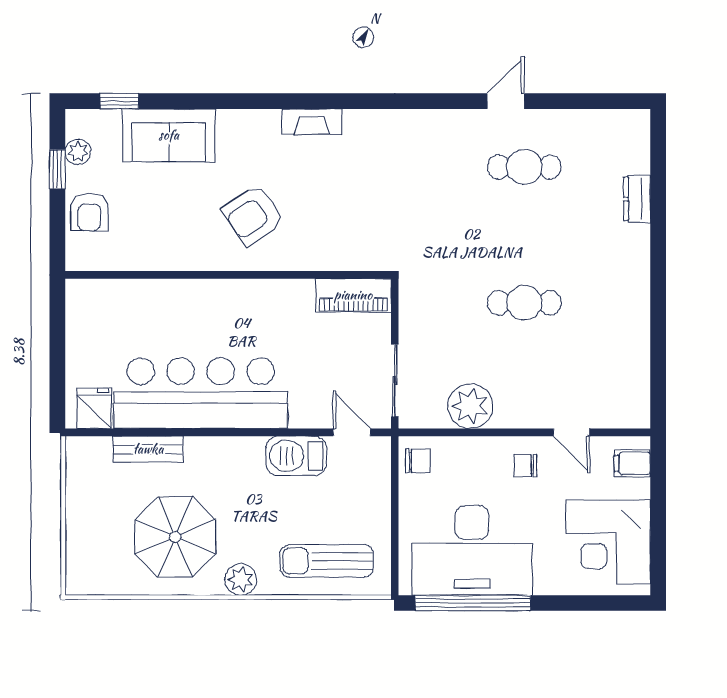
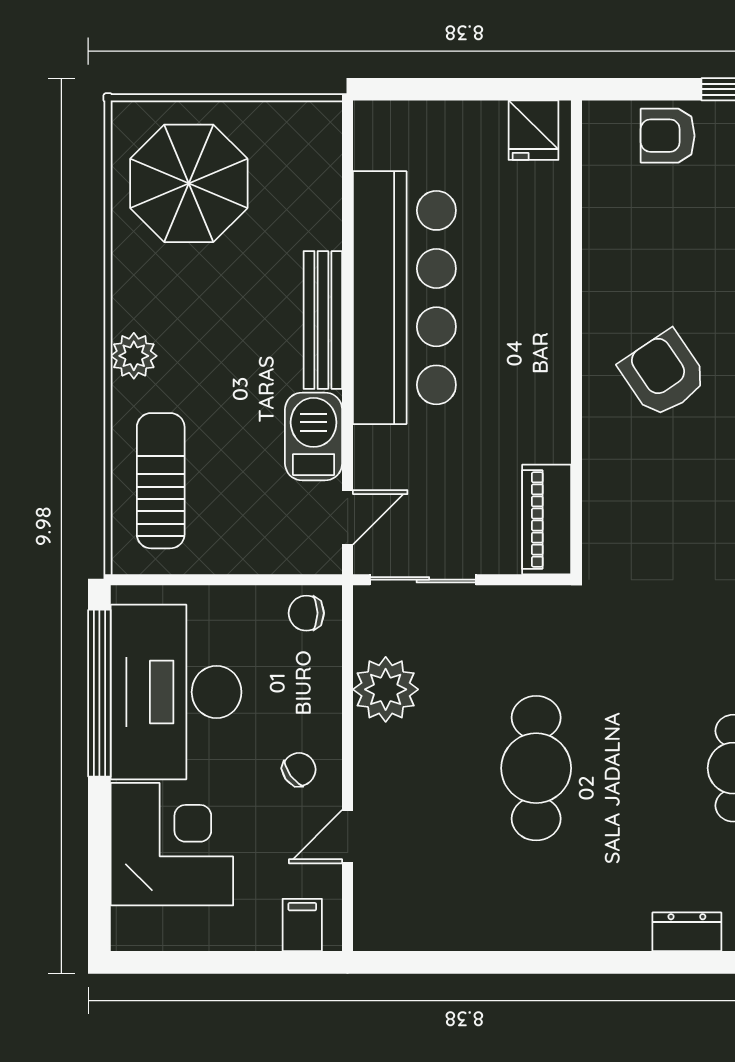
cafe table: (524, 303) -> (536, 768), width x1.37, depth x1.35
fridge: (94, 408) -> (534, 130), moved, turned 90
bench: (148, 449) -> (323, 320), moved, width x1.36
chair: (418, 461) -> (306, 613), turned 90
chair: (525, 466) -> (299, 769), turned 54
parasol: (175, 537) -> (189, 183), moved
corner desk: (608, 542) -> (172, 844), moved, turned 90

